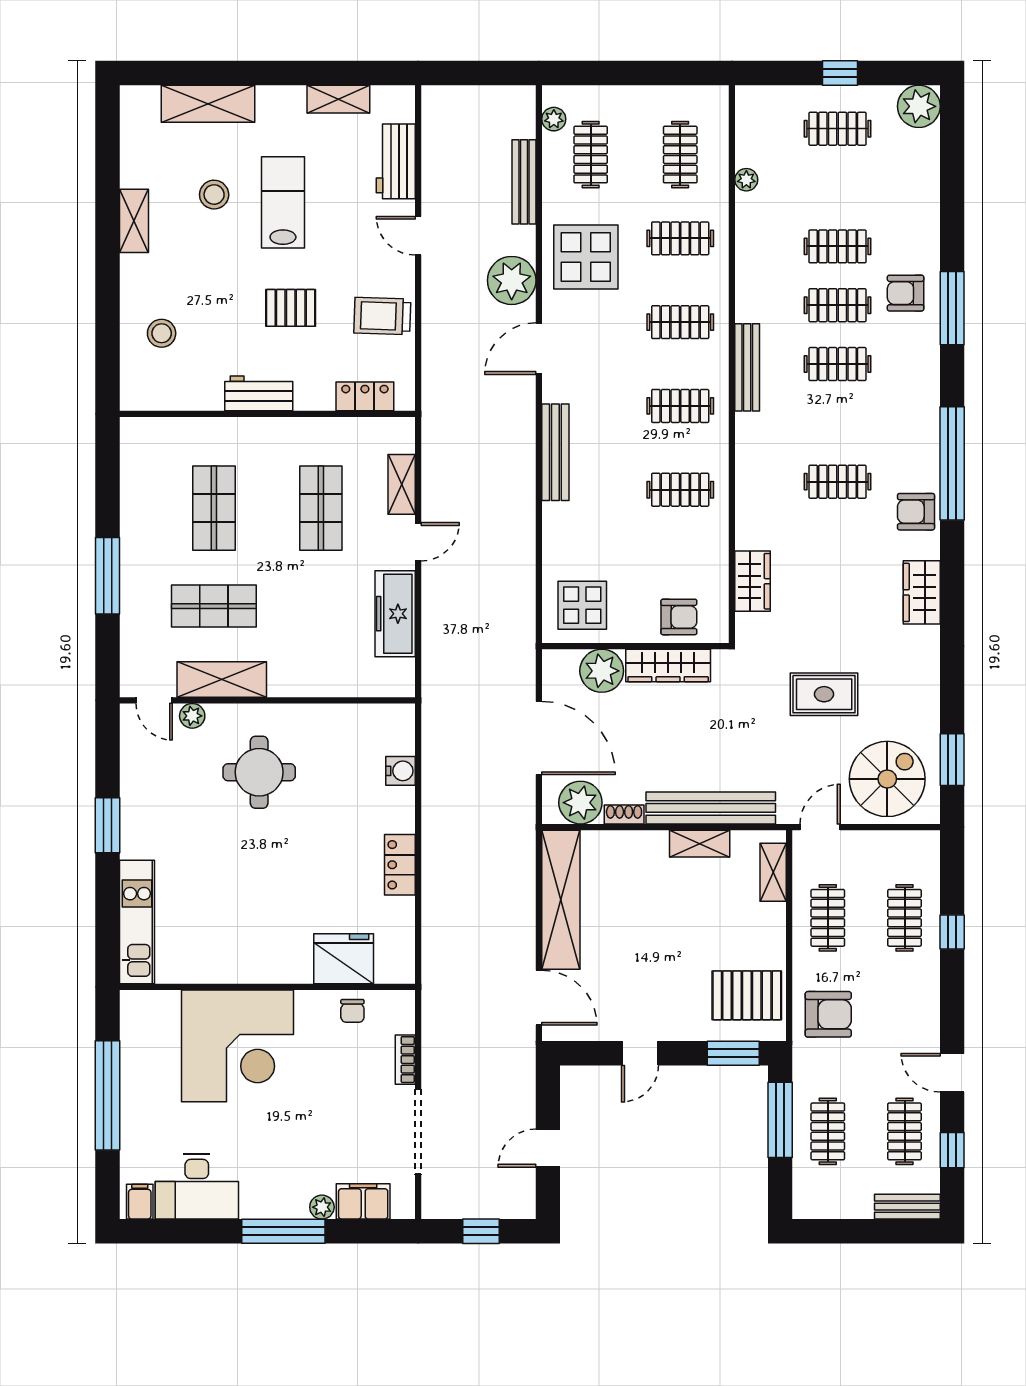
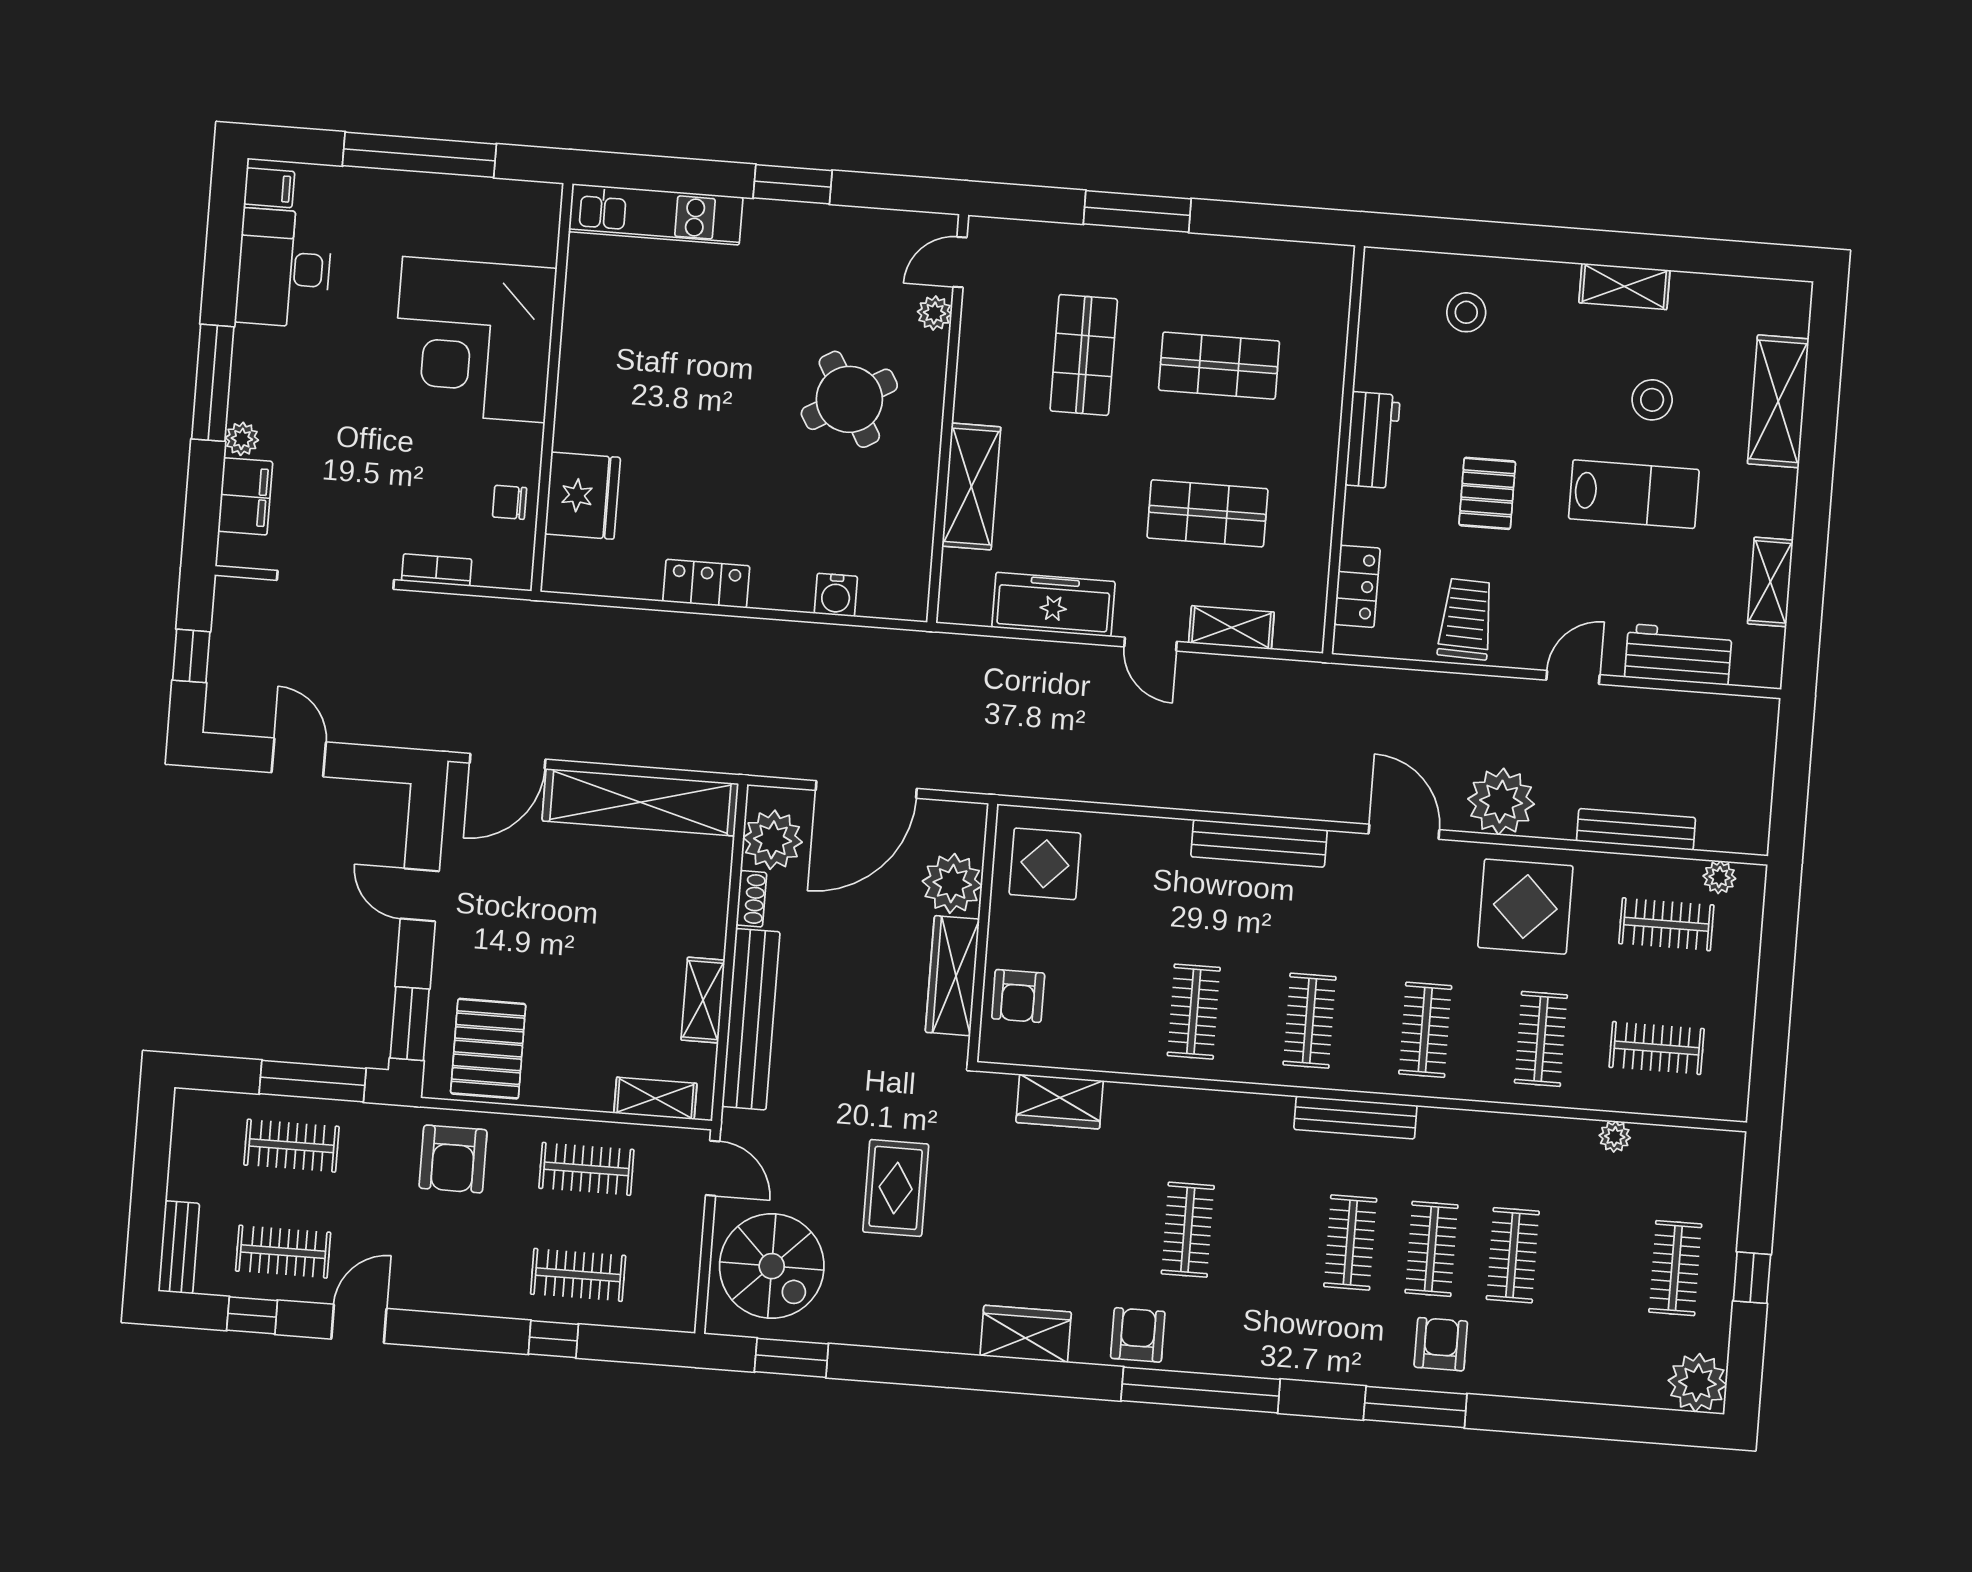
shelving: (222, 680) -> (971, 486), moved
round table: (259, 772) -> (849, 399), turned -30

